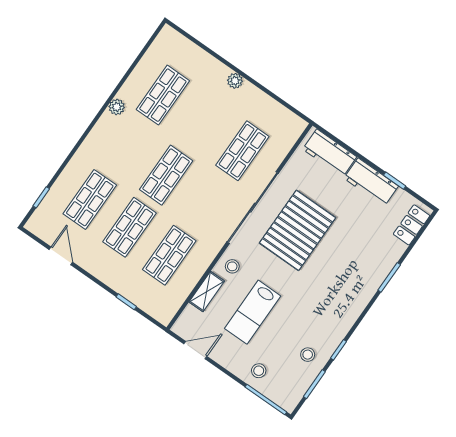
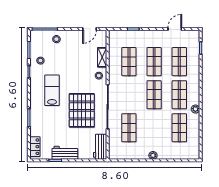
shop shelf: (126, 147) -> (179, 95), added
workbench: (330, 153) -> (100, 147), moved, turned -90
door: (61, 256) -> (175, 29), swing flipped
lab bench: (253, 312) -> (52, 90), moved

